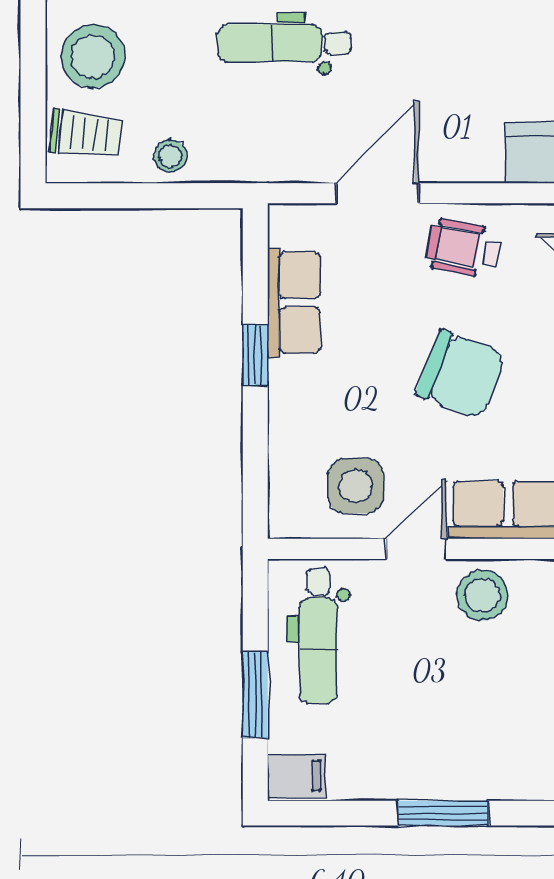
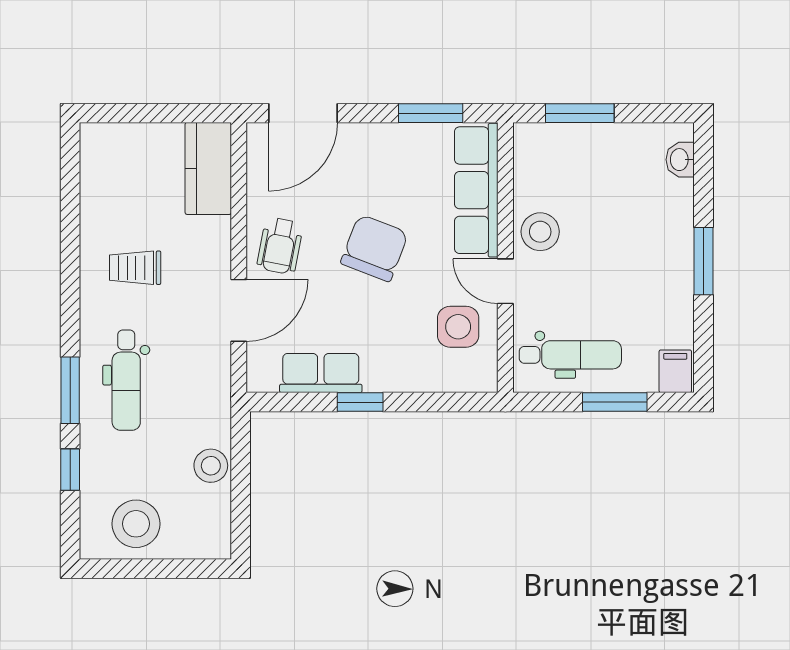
trolley: (86, 134) -> (135, 268), moved, turned -96
stool: (170, 156) -> (211, 466), width x1.37, depth x1.37
door: (378, 193) -> (239, 310), swing flipped

